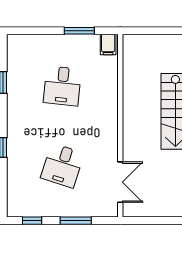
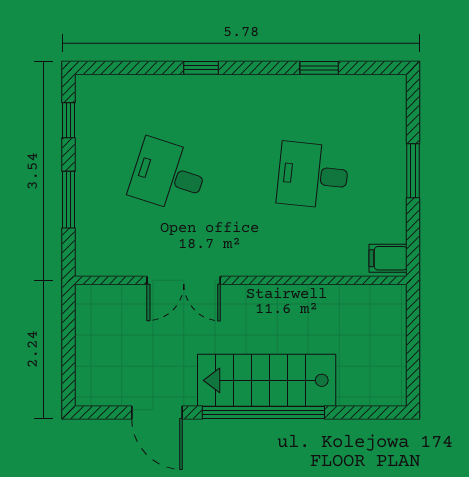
window: (79, 31) -> (413, 171), moved
double door: (120, 182) -> (184, 280), moved

